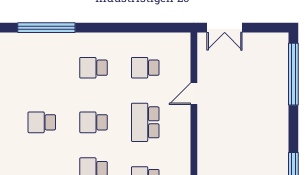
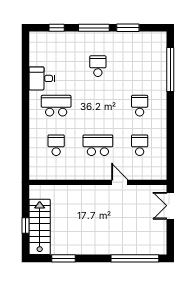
school desk: (94, 122) -> (98, 106), removed

